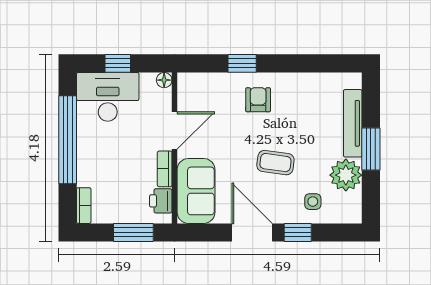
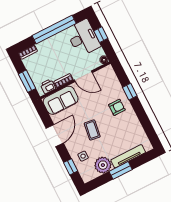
window: (298, 232) -> (71, 167), moved

